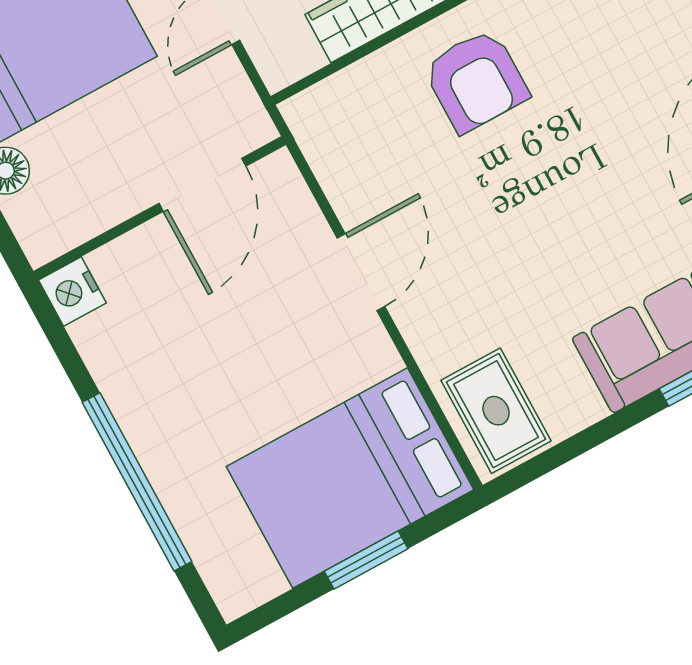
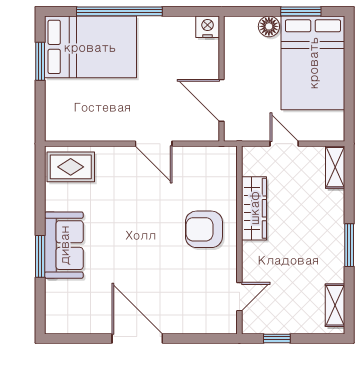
bed: (350, 478) -> (90, 47), moved, turned 90
window: (366, 560) -> (40, 61), moved

